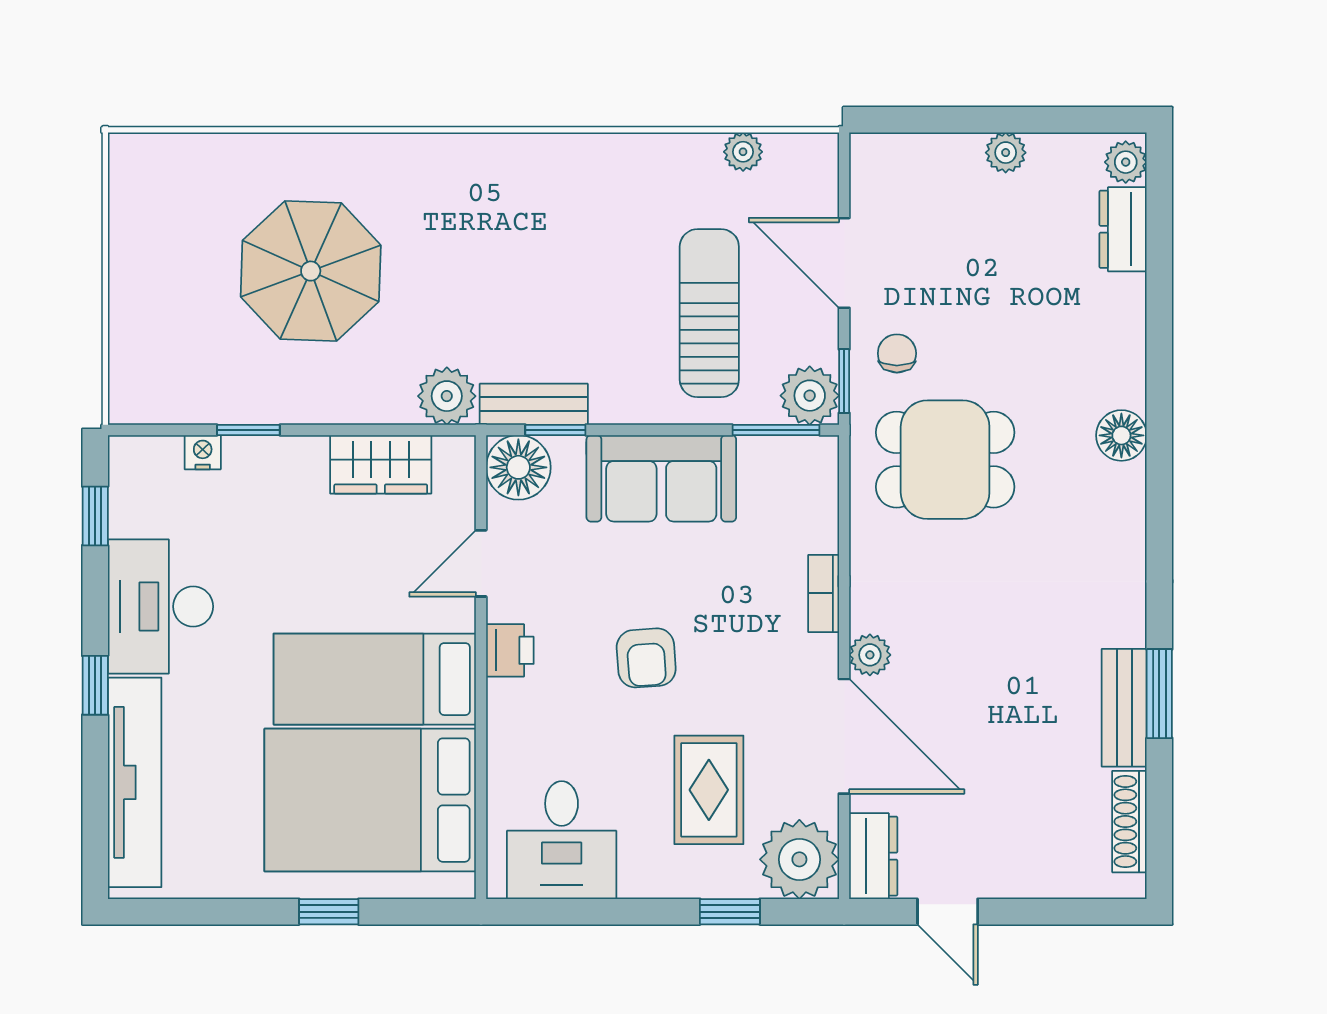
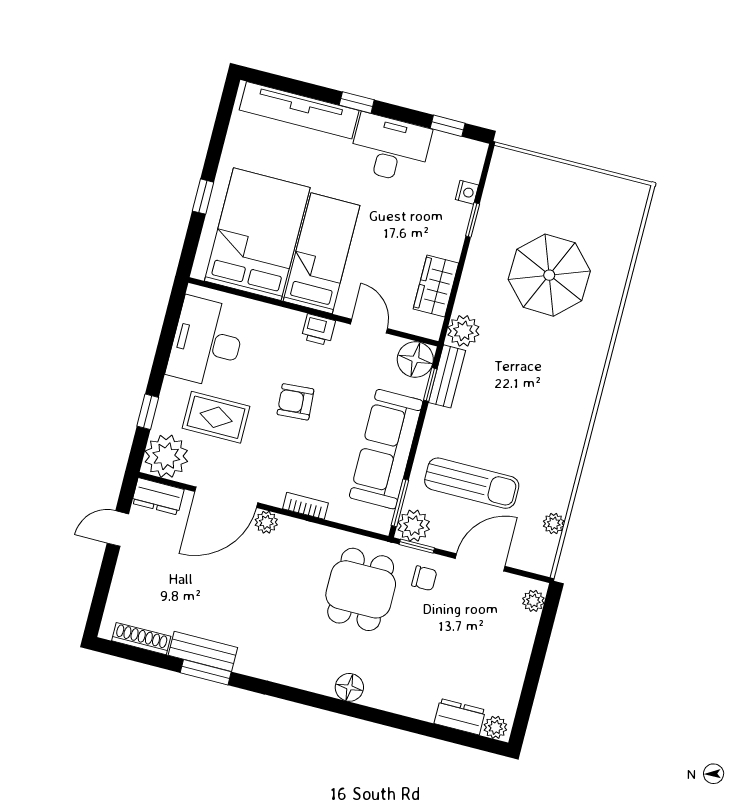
plant: (1006, 153) -> (533, 601), moved
sofa: (661, 478) -> (386, 449), width x1.36
desk: (562, 840) -> (207, 342), width x1.37

